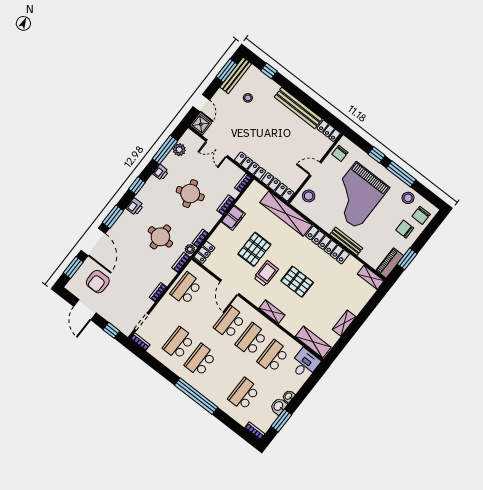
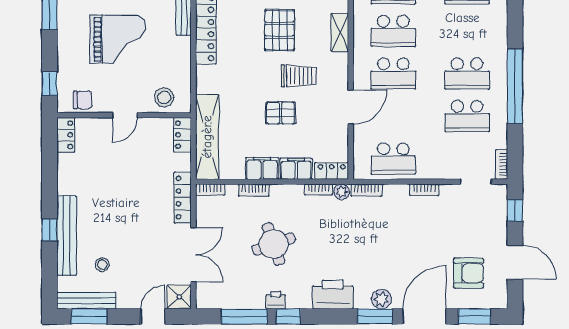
window: (269, 71) -> (49, 230), moved
bench: (298, 108) -> (67, 236), moved
double door: (217, 148) -> (193, 255), width x1.37
plant: (179, 150) -> (381, 299), moved
window: (377, 155) -> (49, 84), moved
door: (315, 169) -> (125, 115), hinge flipped
window: (137, 186) -> (288, 316), moved
locker: (278, 187) -> (182, 135), width x0.66
grand piano: (357, 195) -> (118, 39), width x0.73, depth x0.68
printer: (135, 207) -> (333, 295), width x1.87, depth x1.48
shelving: (286, 214) -> (207, 137), moved
filing cabinet: (220, 235) -> (296, 169), added
round table: (160, 237) -> (355, 239), removed
pallet: (254, 249) -> (281, 113), width x0.67, depth x0.71
trolley: (266, 273) -> (299, 76), turned 180
door: (85, 310) -> (515, 262), hinge flipped
window: (196, 396) -> (515, 86), moved

